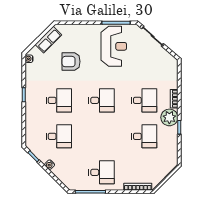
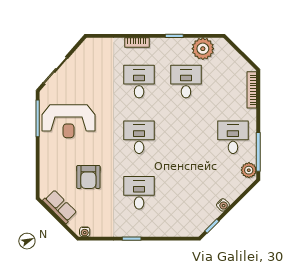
reception desk: (114, 46) -> (69, 121), turned 180
plant: (169, 117) -> (203, 49), moved
desk: (59, 136) -> (186, 193), removed
plant: (76, 184) -> (249, 170), added

